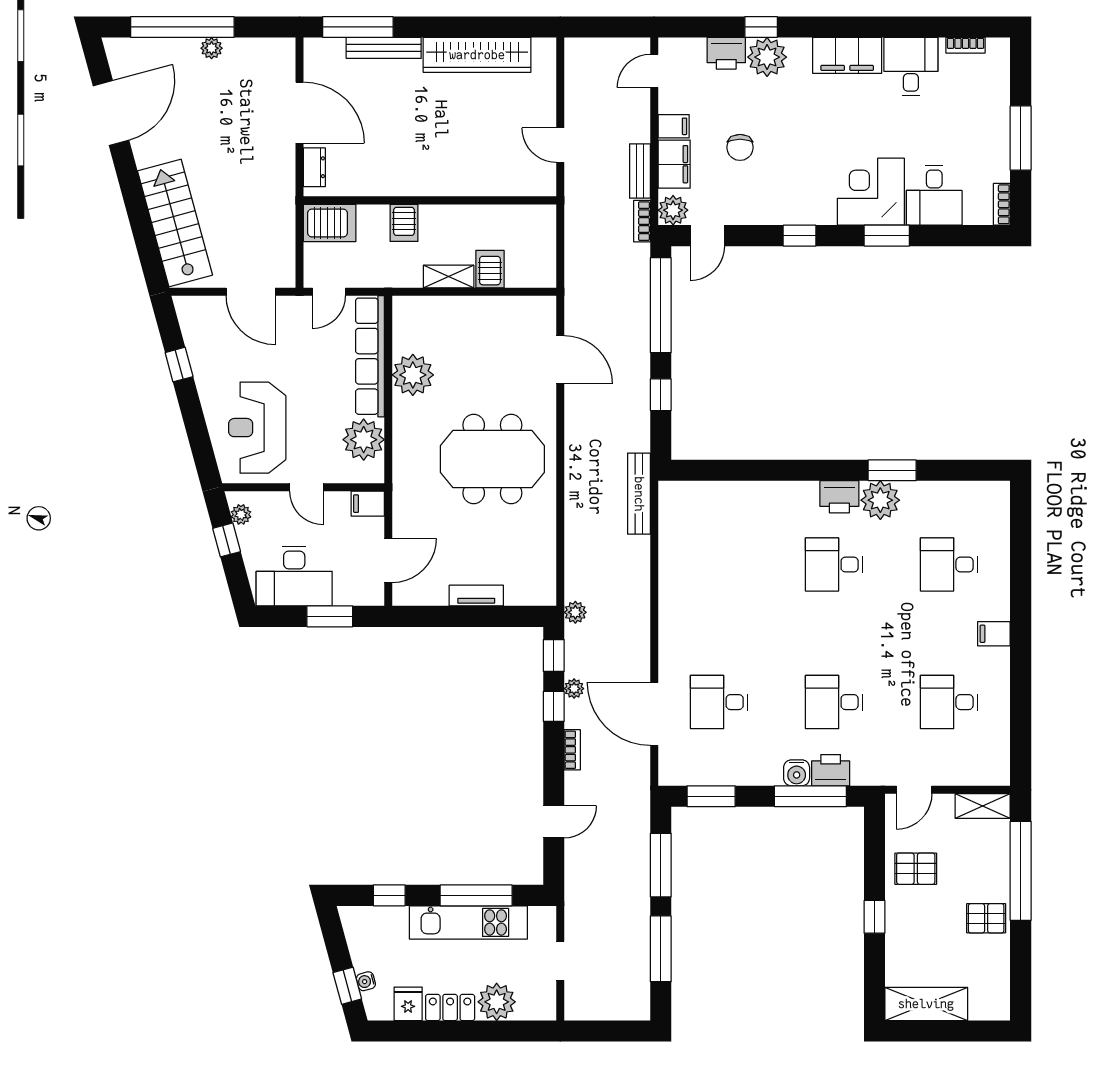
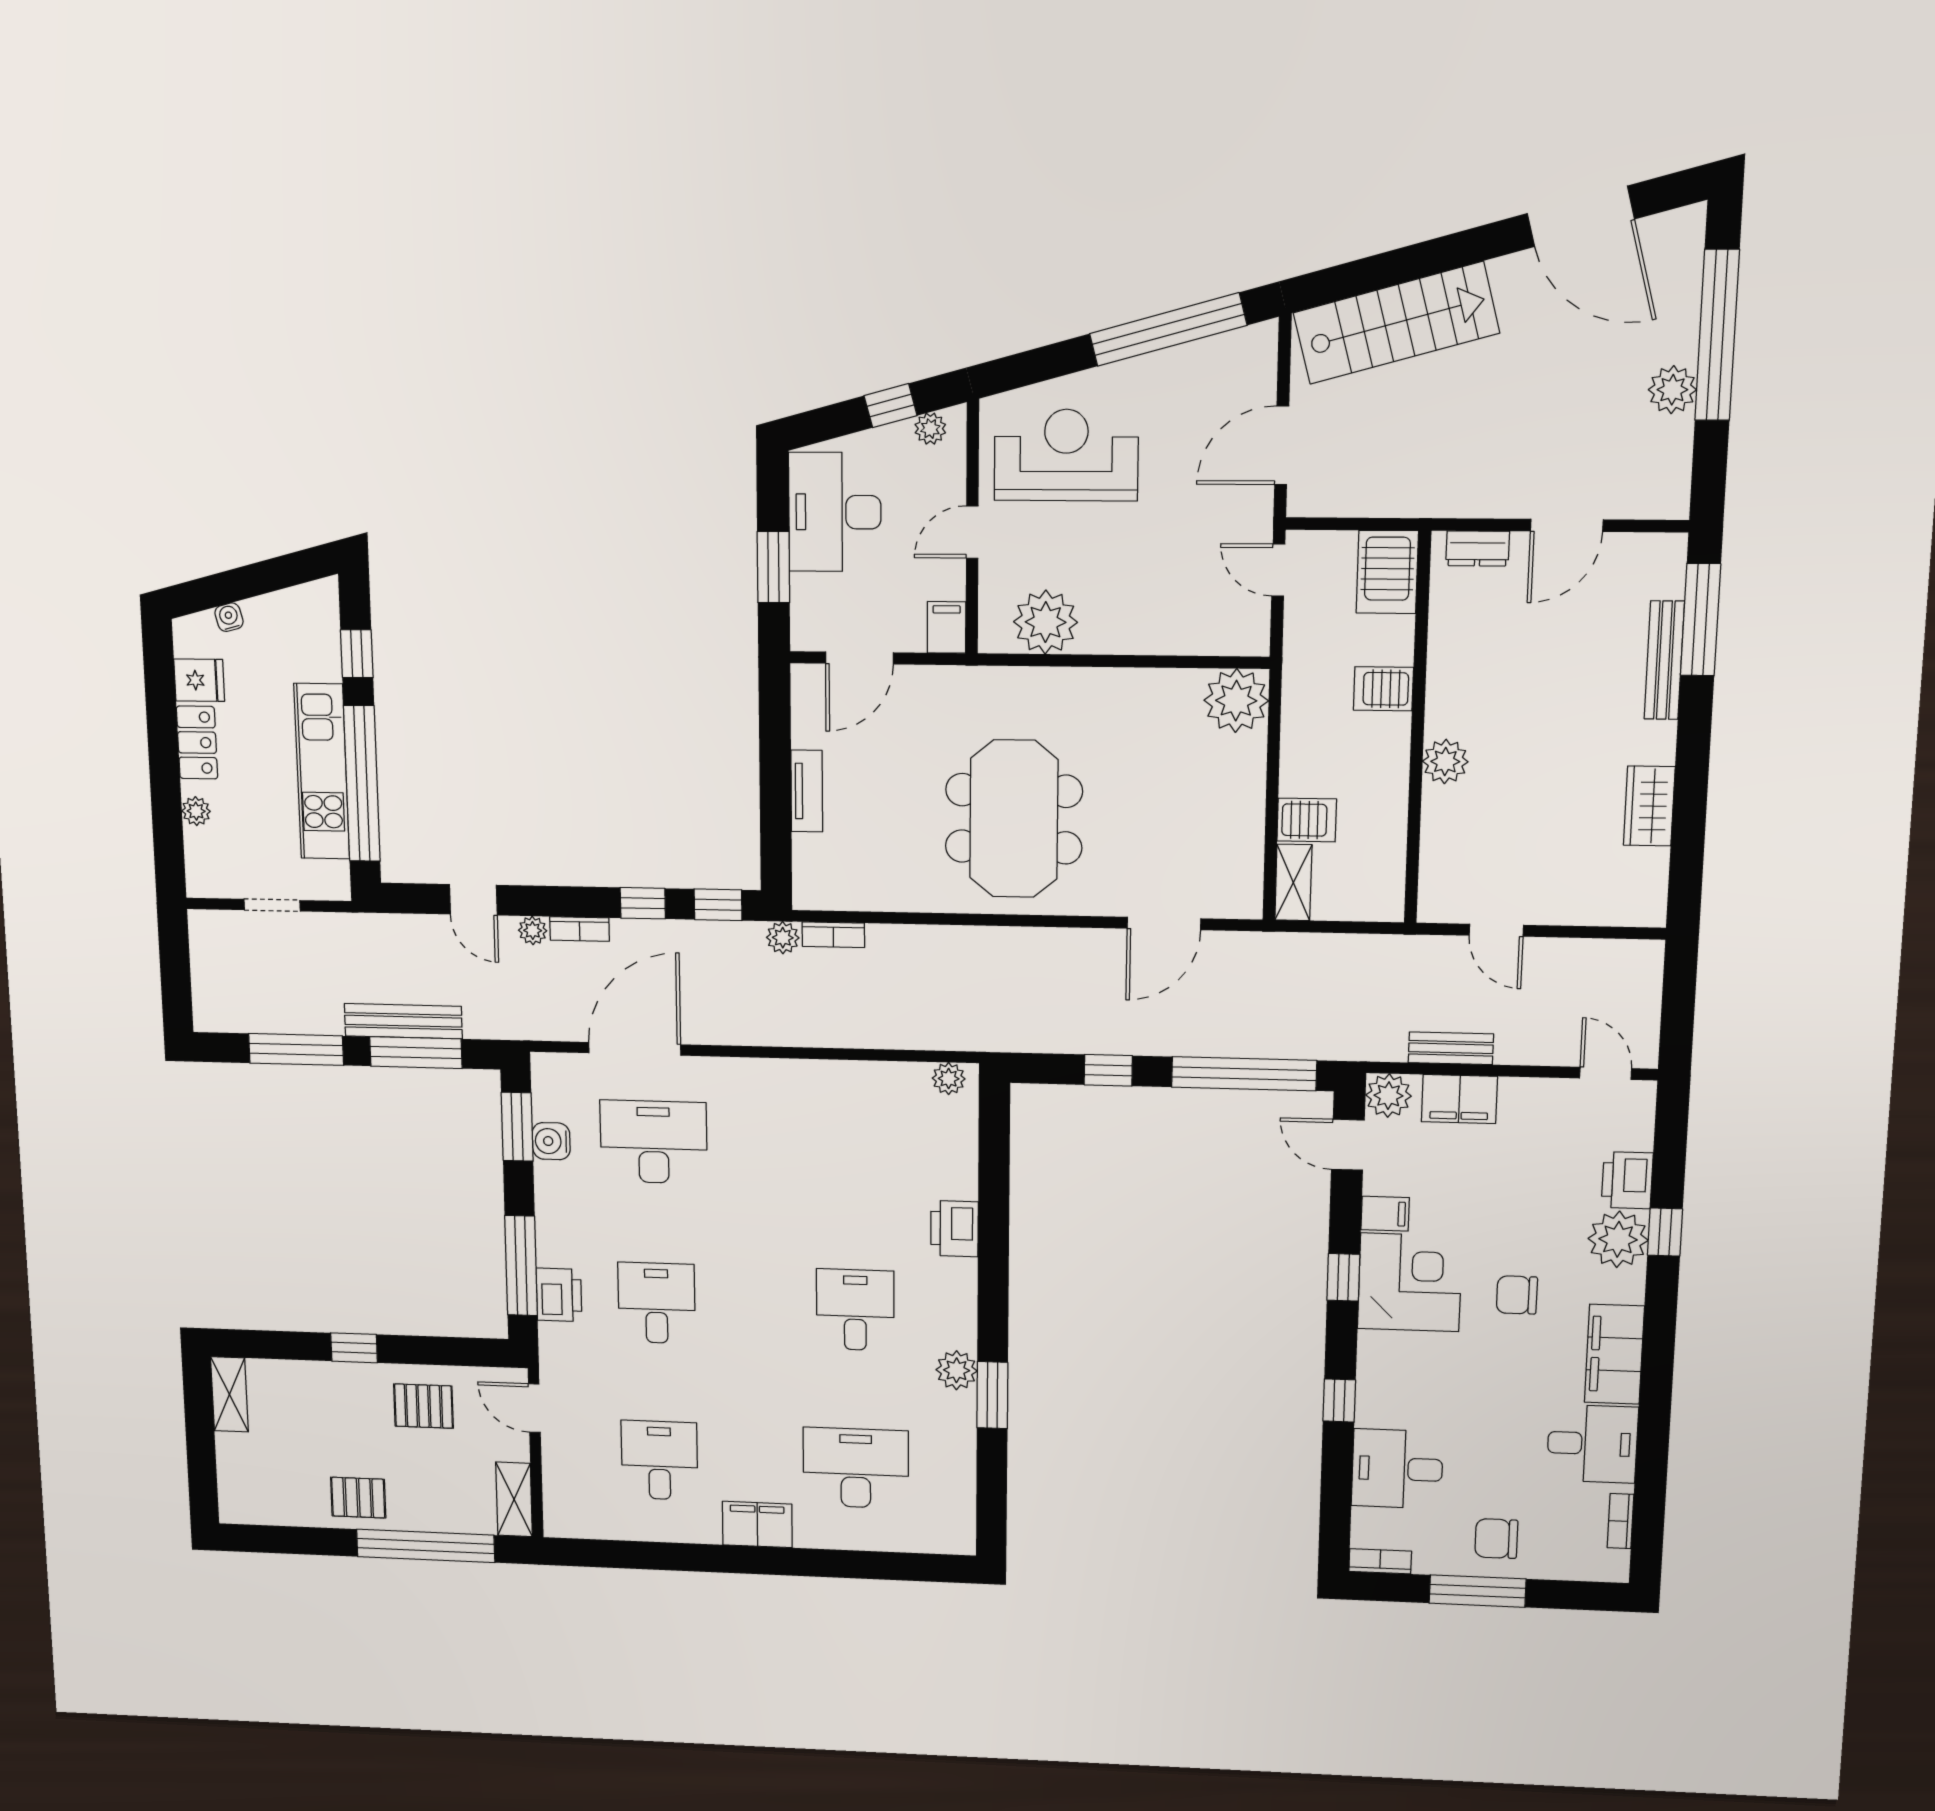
plant: (212, 48) -> (1672, 390), width x1.38, depth x1.38
wardrobe: (477, 55) -> (1649, 806), width x0.48, depth x0.85
door: (300, 113) -> (1567, 525), width x0.73
filing cabinet: (674, 126) -> (1385, 1214), moved, turned -90
chair: (982, 127) -> (1496, 1539), added
door: (560, 145) -> (1496, 930), swing flipped
chair: (740, 147) -> (1517, 1295), moved
plant: (450, 182) -> (1445, 761), added
corner desk: (871, 192) -> (1410, 1282), moved
bookcase: (642, 221) -> (833, 935), moved, turned 180
window: (887, 236) -> (1339, 1401), width x0.67
shelving: (449, 276) -> (1293, 882), moved
row of seats: (370, 356) -> (1175, 633), removed
window: (179, 365) -> (1168, 329), width x3.17
plant: (413, 375) -> (1236, 701), moved
bench: (639, 494) -> (403, 1021), moved
printer: (839, 497) -> (954, 1229), moved
plant: (880, 500) -> (957, 1370), width x0.73, depth x0.73
plant: (669, 501) -> (949, 1079), added
door: (388, 560) -> (859, 658), hinge flipped
desk: (949, 565) -> (856, 1468), width x1.37
filing cabinet: (994, 634) -> (757, 1524), width x2.00
plant: (574, 689) -> (533, 930), moved
desk: (719, 702) -> (654, 1142), width x1.37
water cooler: (797, 773) -> (551, 1141), moved
pallet: (916, 869) -> (424, 1406), turned 90
window: (476, 895) -> (362, 784), width x1.46
pallet: (986, 918) -> (358, 1498), turned 90
window: (347, 986) -> (221, 589), removed
plant: (497, 1002) -> (196, 811), width x0.53, depth x0.53
shelving: (926, 1004) -> (229, 1394), width x0.67, depth x0.75

